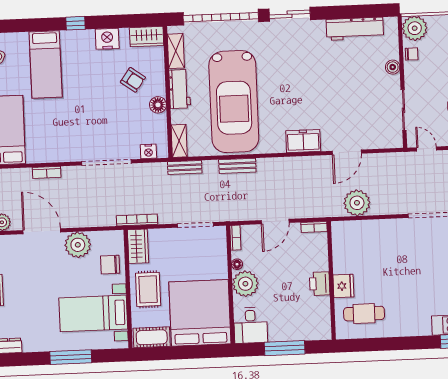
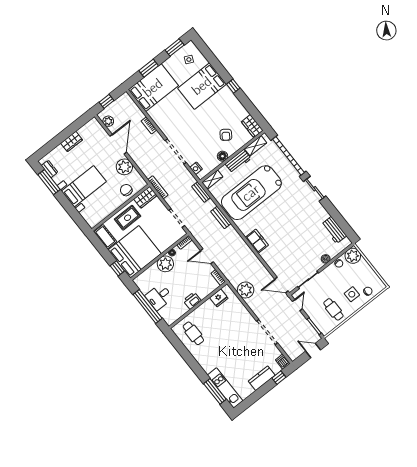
workbench: (355, 29) -> (334, 230), width x0.73
nightstand: (107, 39) -> (237, 107), removed
bed: (46, 65) -> (202, 86), width x1.50
door: (347, 152) -> (281, 285), moved
fridge: (343, 286) -> (219, 298), moved
bed with nightstands: (93, 313) -> (84, 186), moved, turned 90
desk: (251, 325) -> (159, 297), moved
window: (285, 348) -> (148, 306), width x1.46
window: (205, 352) -> (117, 268), added
window: (71, 357) -> (49, 182), moved

